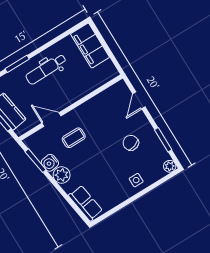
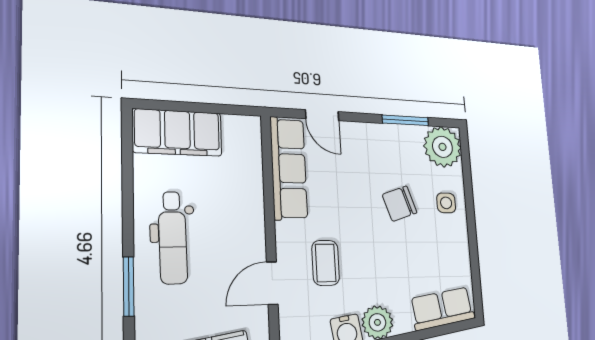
row of seats: (105, 99) -> (289, 168), added
chair: (131, 143) -> (400, 204), moved
plant: (170, 166) -> (442, 147), width x1.87, depth x1.87

